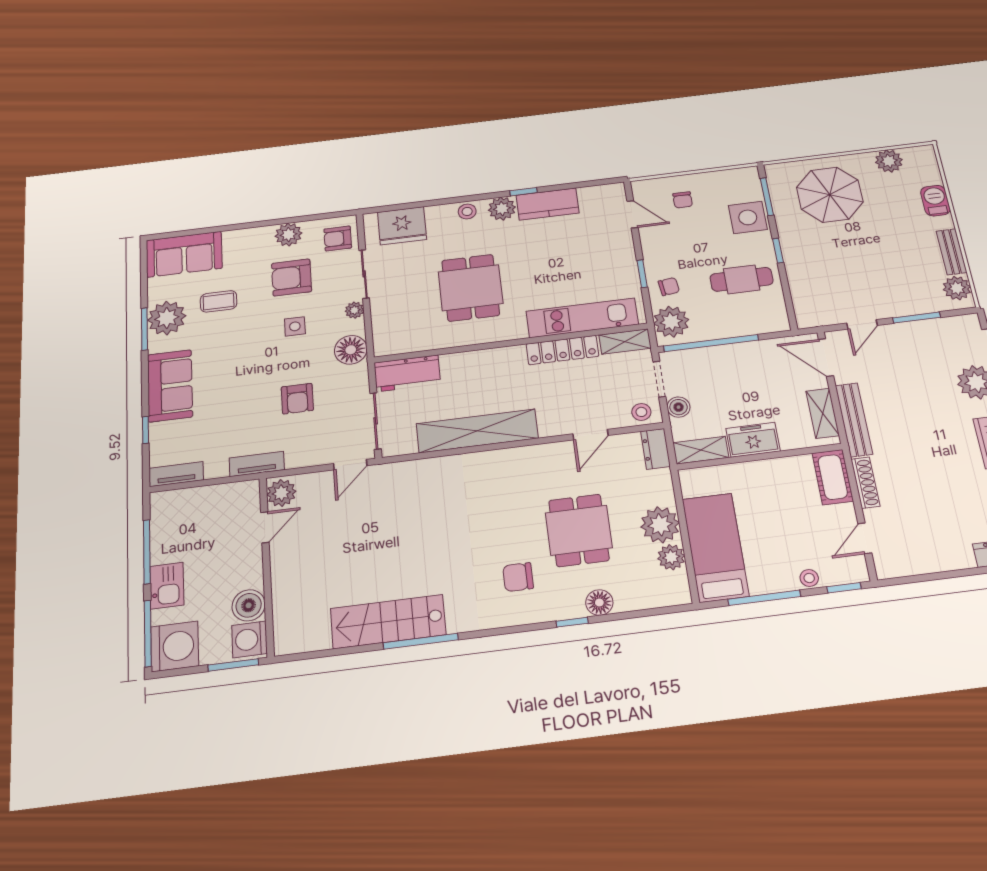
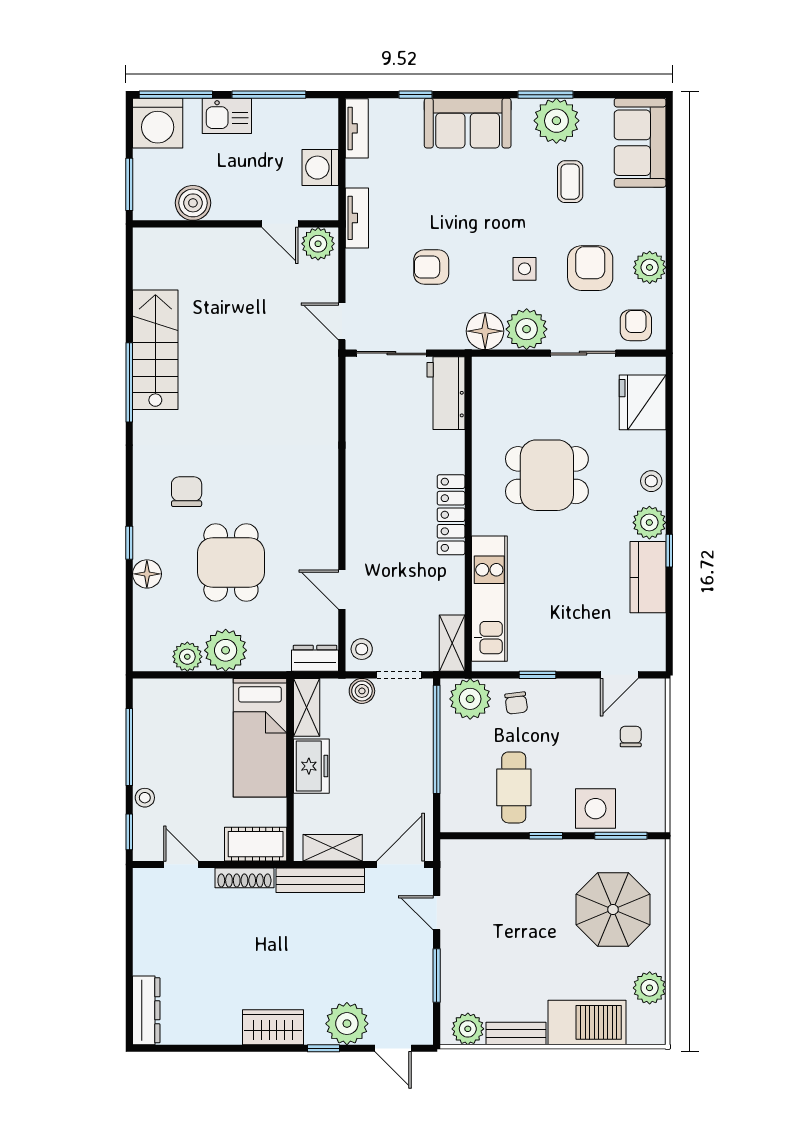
chair: (683, 200) -> (631, 737), turned 90
barbecue: (935, 201) -> (587, 1022), width x1.88, depth x1.53
plant: (354, 310) -> (527, 329), width x1.87, depth x1.87
locker: (562, 350) -> (451, 515), moved
shelving: (477, 431) -> (363, 465), removed
dining table: (579, 530) -> (231, 563), turned 90
bed: (715, 547) -> (260, 738), moved, turned 90
washing machine: (249, 639) -> (320, 168), moved, turned -90

